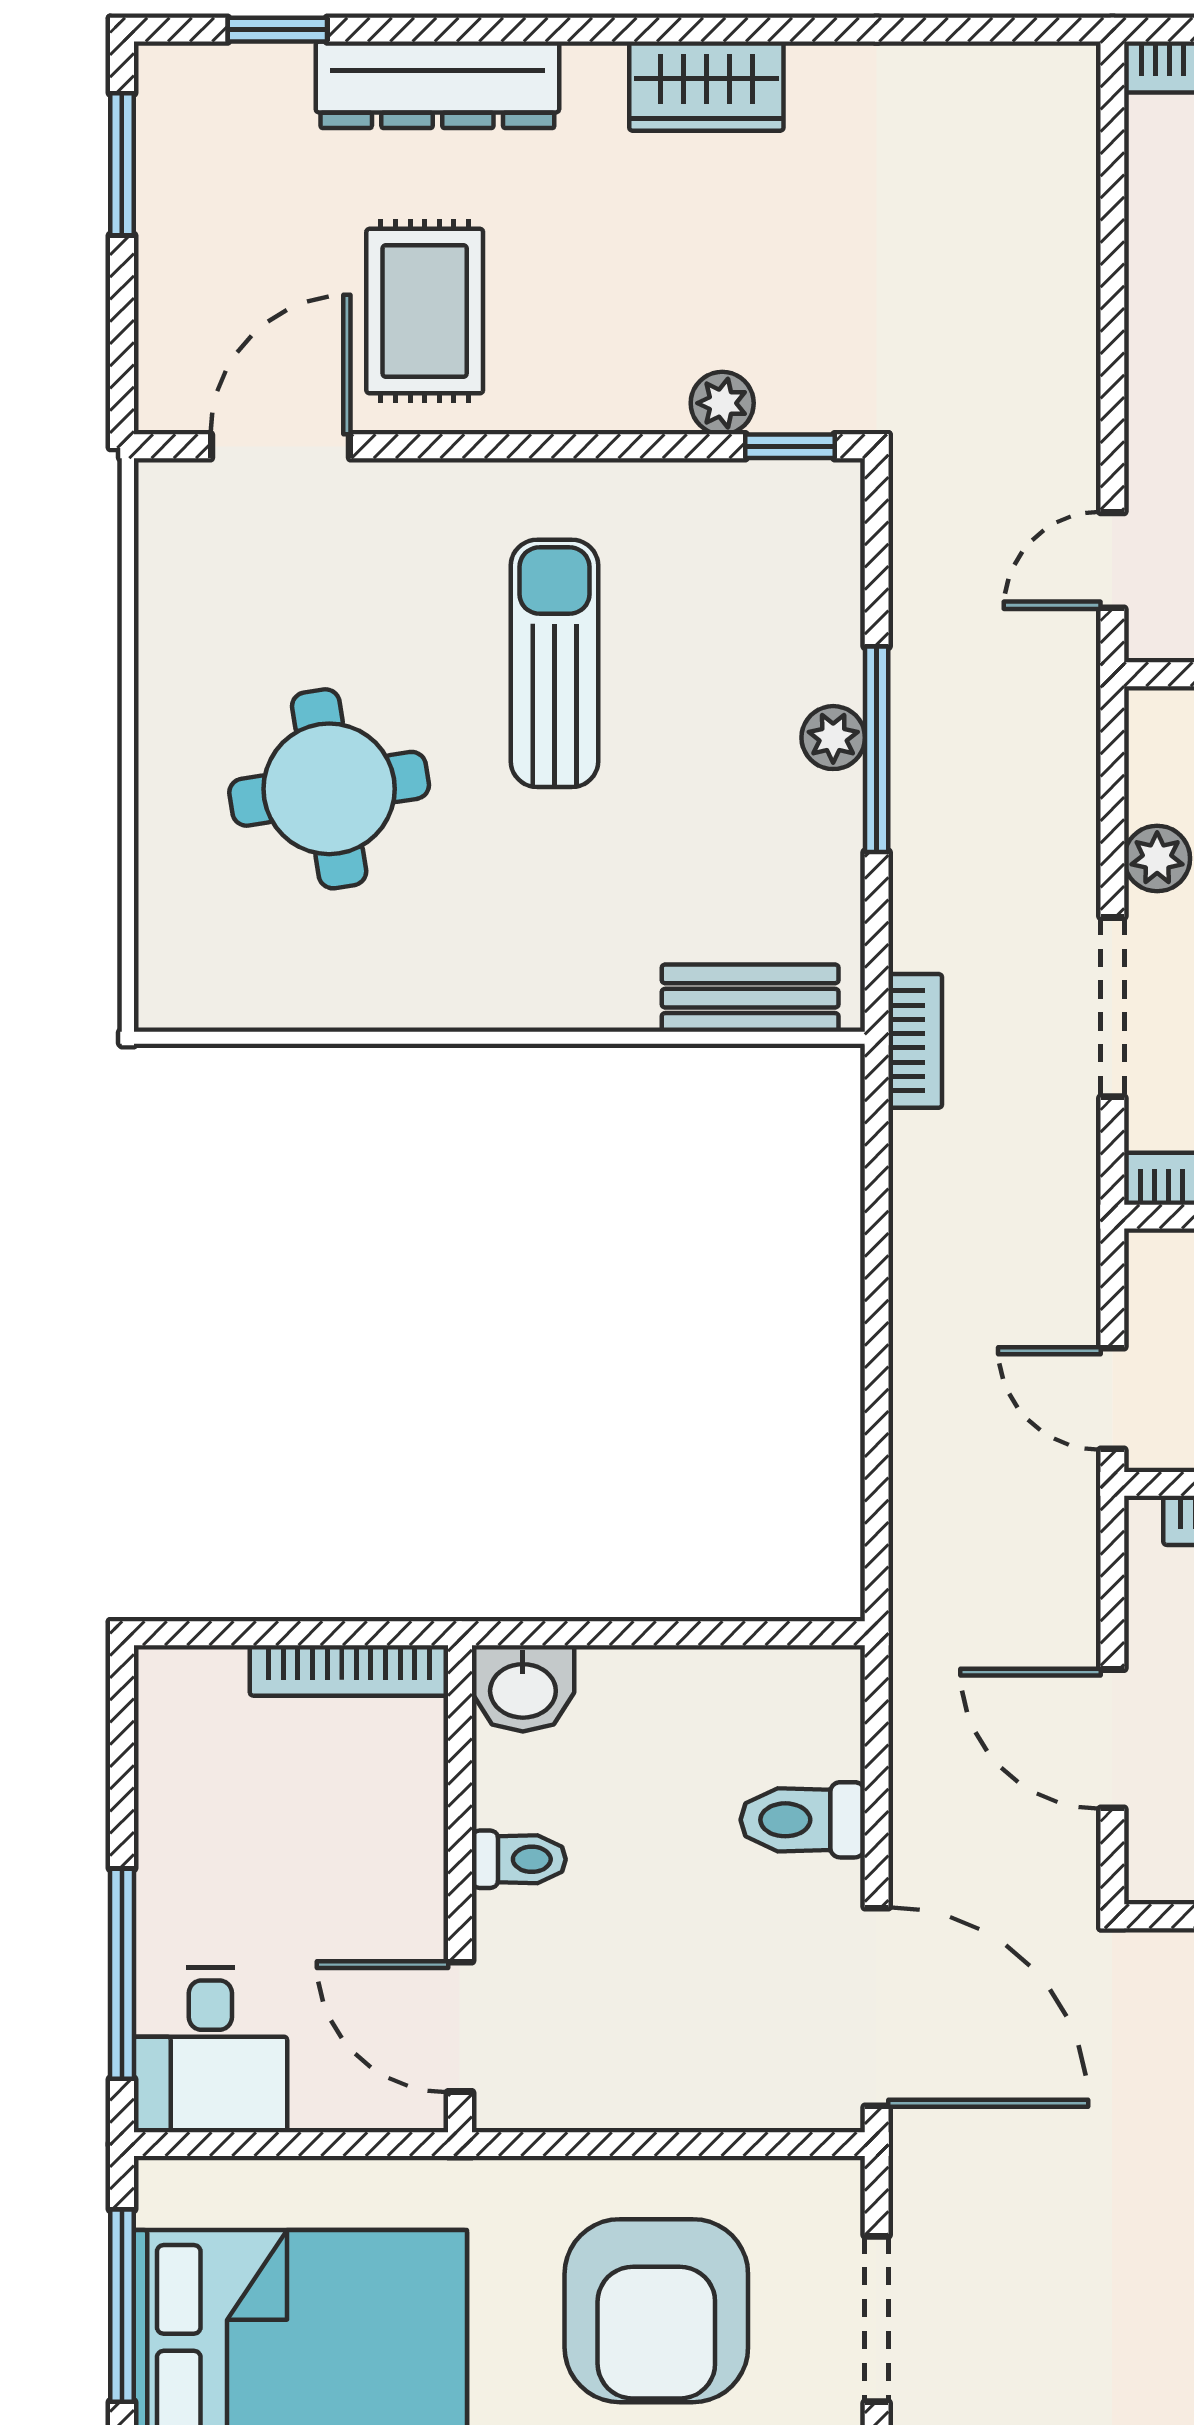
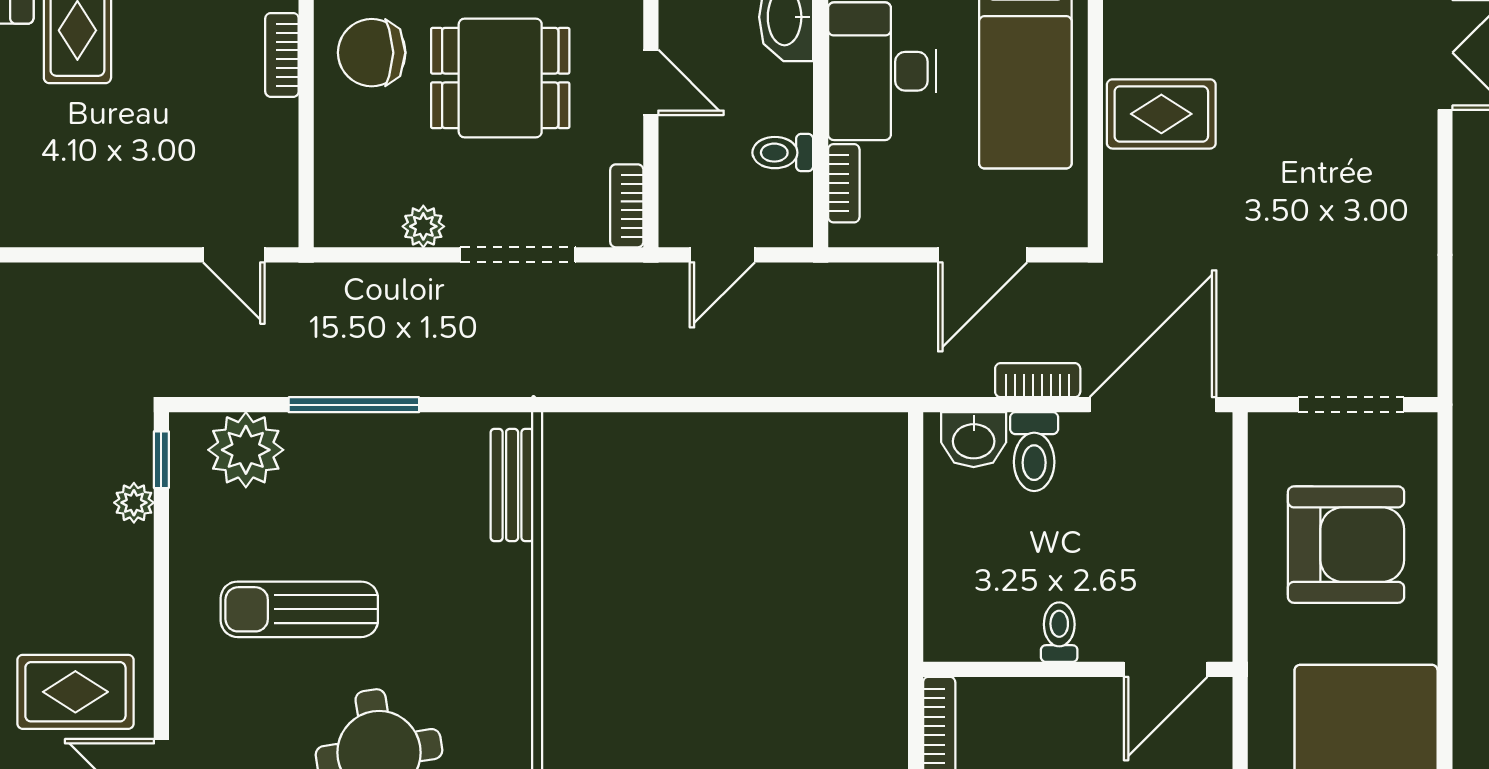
plant: (833, 738) -> (246, 450), moved, width x1.88, depth x1.88
bookcase: (915, 1041) -> (1038, 380), moved
door: (1112, 1399) -> (722, 255), moved
washbasin: (523, 1688) -> (974, 440), moved, turned 90

